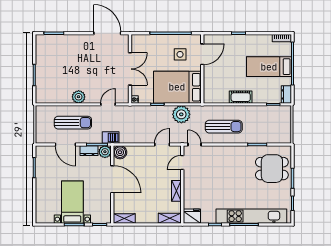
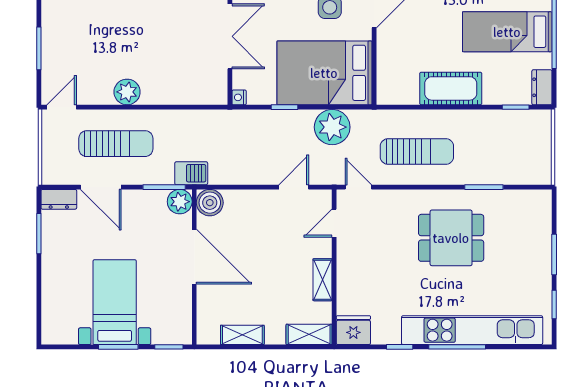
cot: (241, 97) -> (451, 88), width x1.37, depth x1.34
door: (108, 104) -> (62, 107), moved
dresser: (89, 151) -> (59, 199), moved
dining table: (272, 169) -> (451, 238), moved
shelving: (124, 219) -> (242, 335), moved

